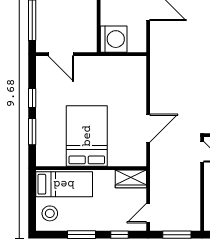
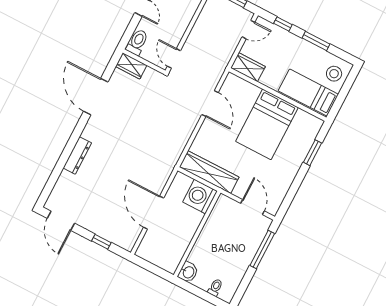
wardrobe: (117, 65) -> (209, 172), added
window: (32, 98) -> (297, 182), removed
door: (148, 128) -> (210, 104), swing flipped

